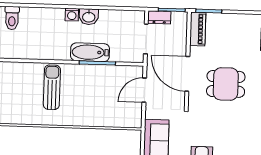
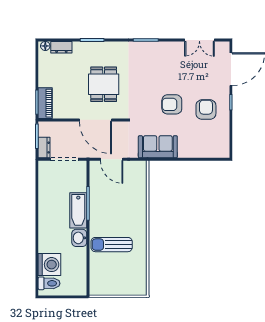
washing machine: (72, 15) -> (49, 265), moved, width x1.89, depth x1.89
washbasin: (89, 17) -> (79, 238), moved, turned 180
piano: (198, 29) -> (45, 103), moved, turned 90
door: (187, 74) -> (95, 120), hinge flipped

